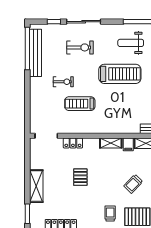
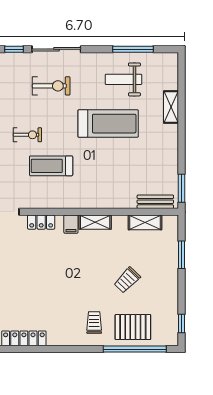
filing cabinet: (128, 144) -> (71, 224), moved
pallet: (80, 177) -> (52, 271), removed

